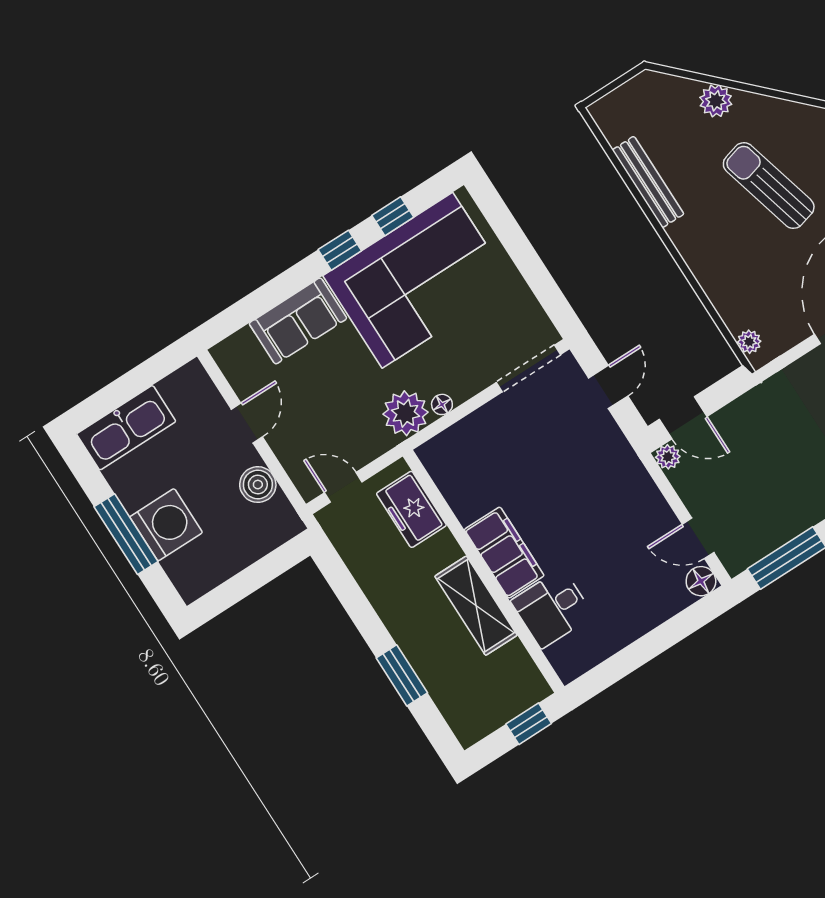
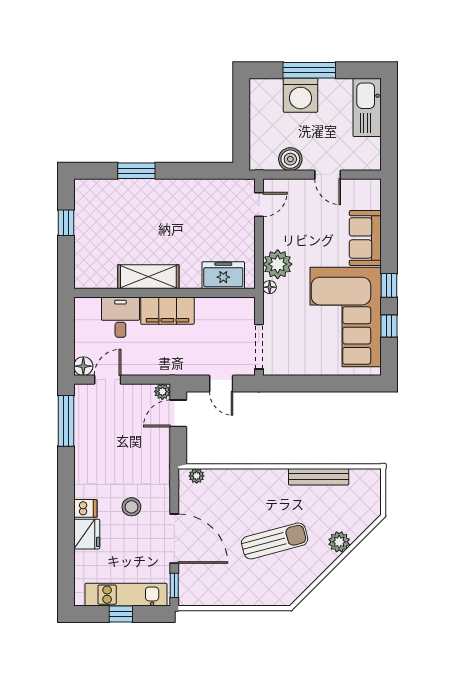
freezer: (411, 509) -> (223, 275), moved
filing cabinet: (504, 553) -> (167, 311), moved
wall: (484, 571) -> (164, 293), moved
shelving: (476, 606) -> (148, 277), moved
desk: (552, 608) -> (120, 317), moved

